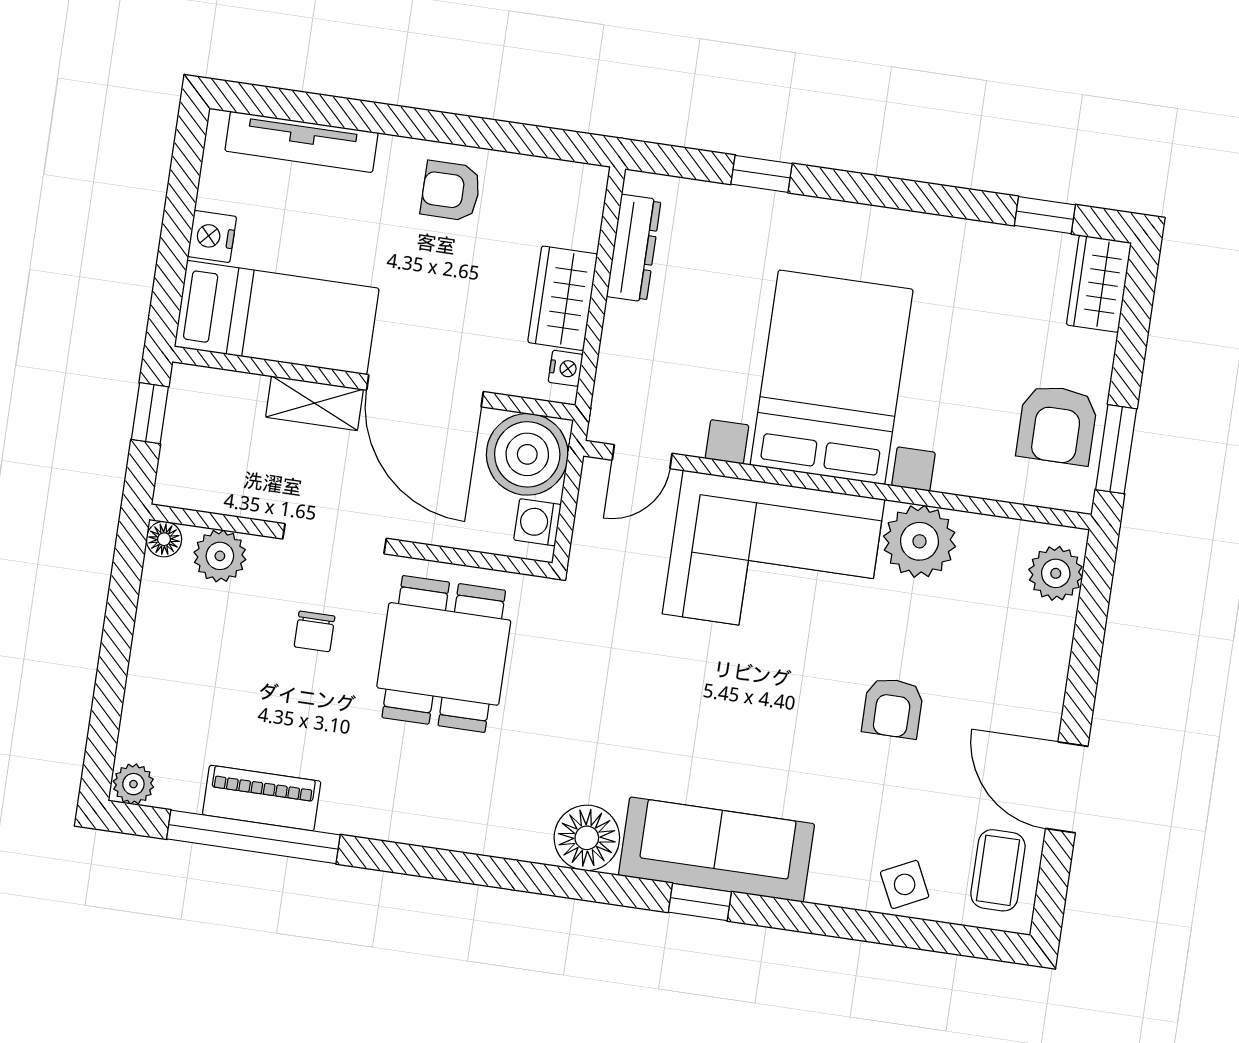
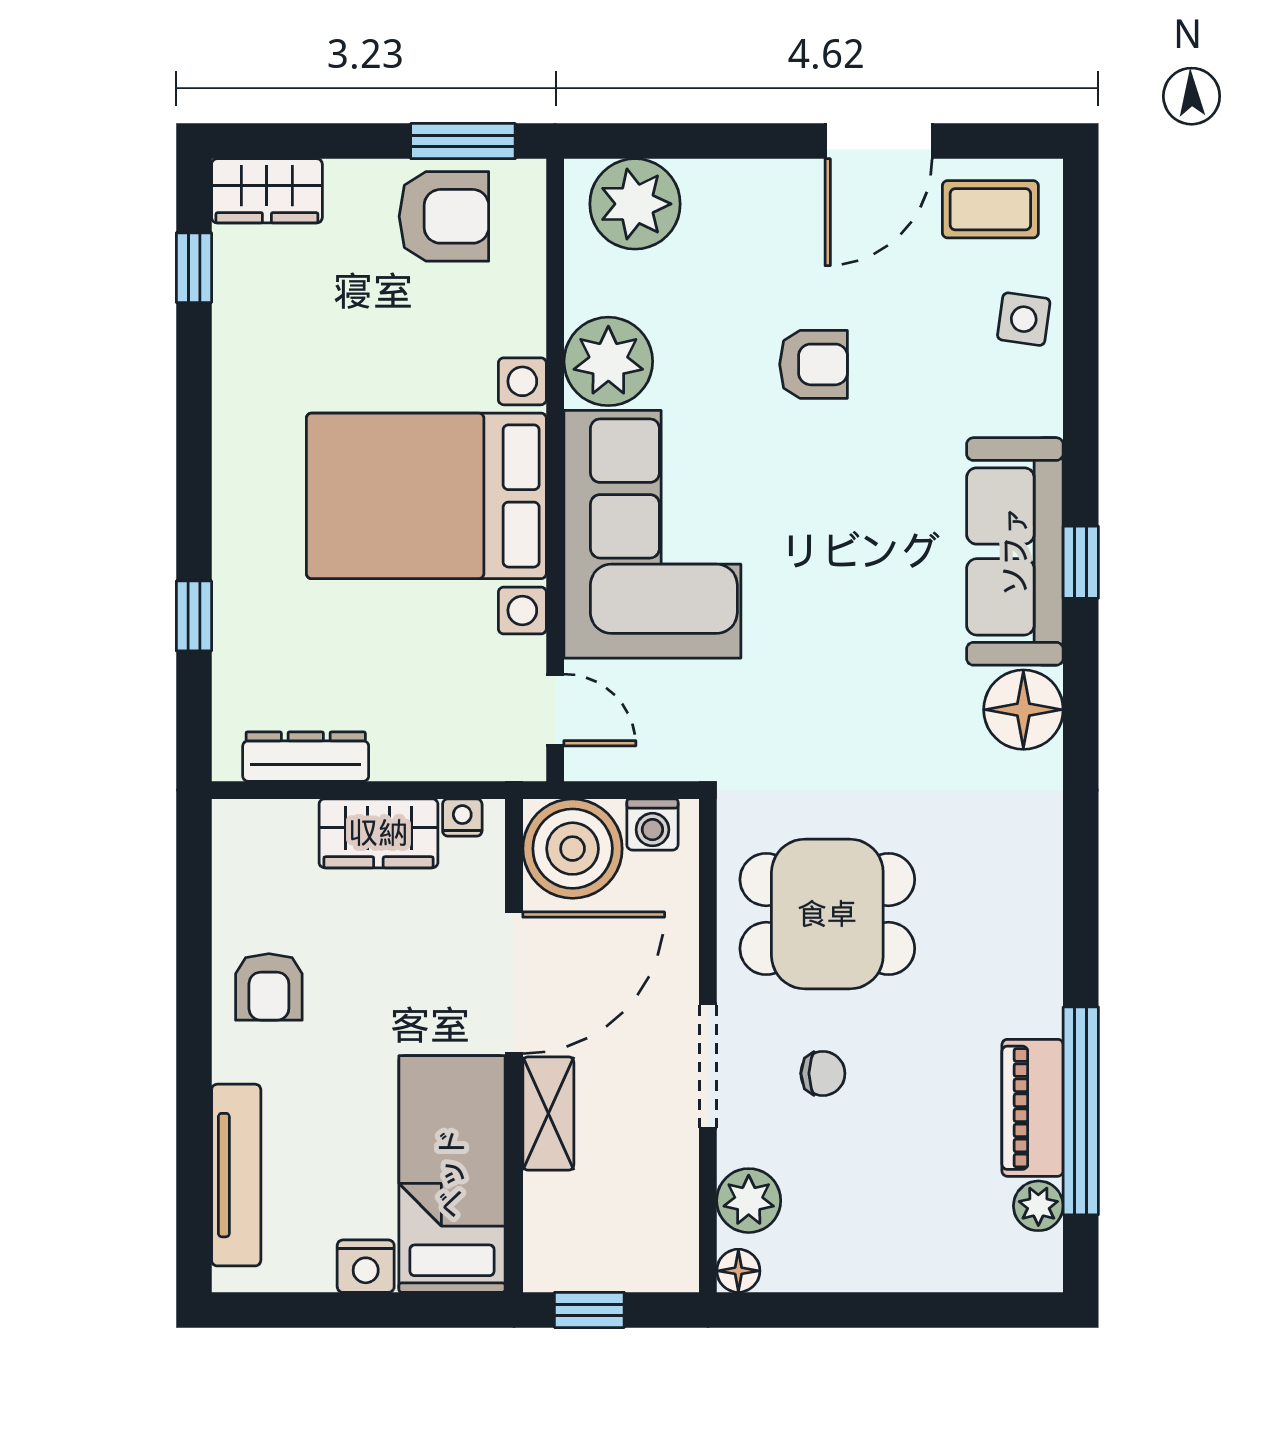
plant: (1056, 573) -> (635, 204), width x1.36, depth x1.36
plant: (133, 784) -> (1038, 1206), moved
side table: (905, 884) -> (1024, 319), turned 34

